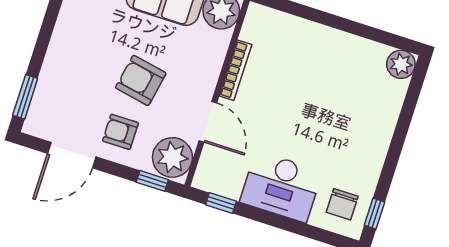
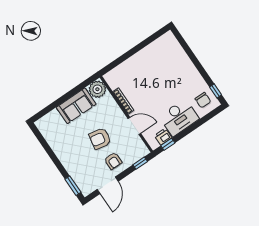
plant: (401, 64) -> (168, 39), removed
armchair: (120, 132) -> (113, 161), turned -90
plant: (172, 157) -> (137, 149), removed
printer: (228, 185) -> (163, 137), added

